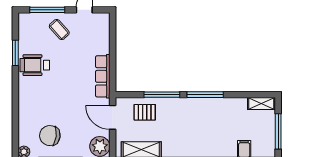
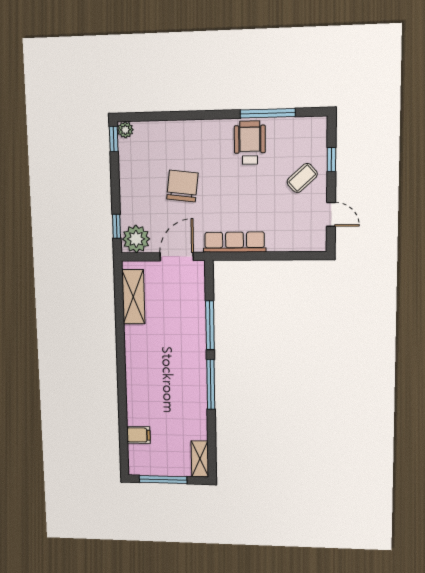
window: (47, 10) -> (331, 159), width x0.46
window: (15, 53) -> (268, 113), width x1.44
pallet: (145, 112) -> (185, 302), removed
chair: (50, 136) -> (182, 186), moved

